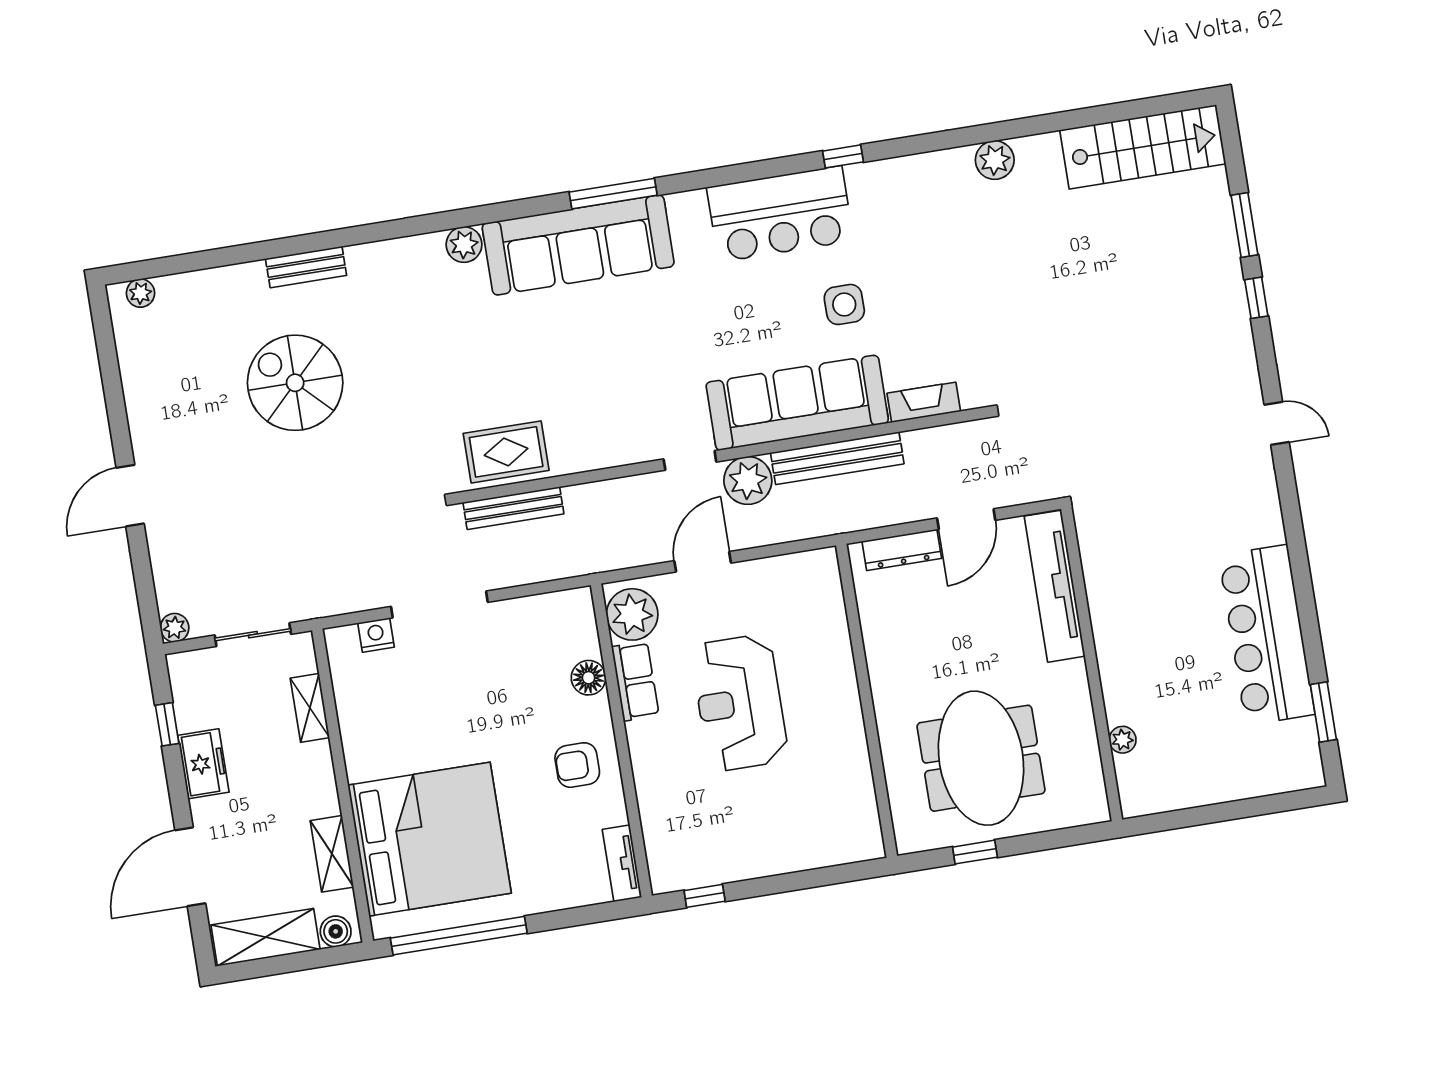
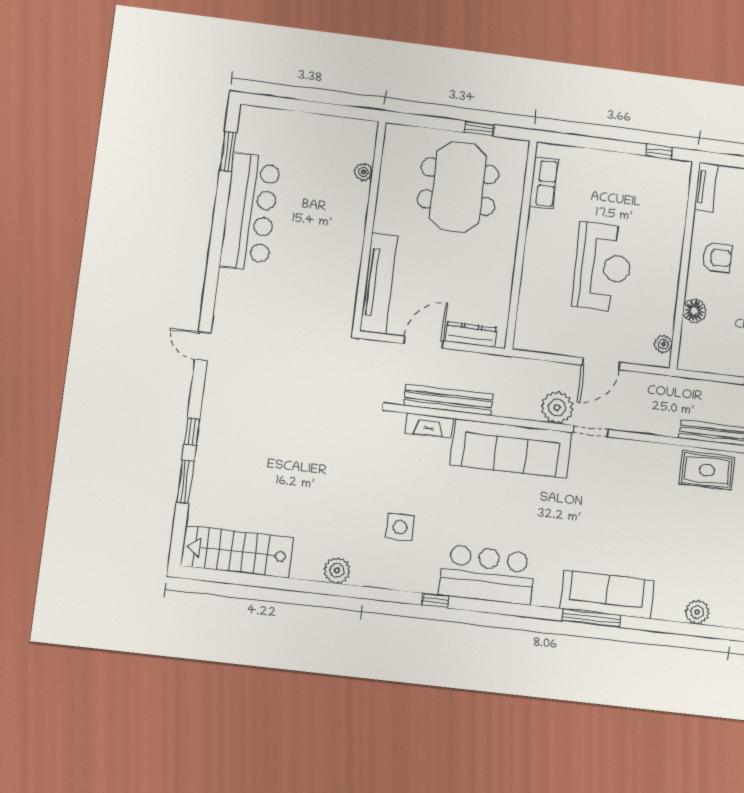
sofa: (578, 245) -> (607, 594), width x0.74, depth x0.79
side table: (844, 304) -> (400, 527), moved
bench: (837, 458) -> (448, 400), moved
plant: (632, 614) -> (663, 344), width x0.53, depth x0.53
row of seats: (635, 681) -> (544, 183), moved, turned 180

